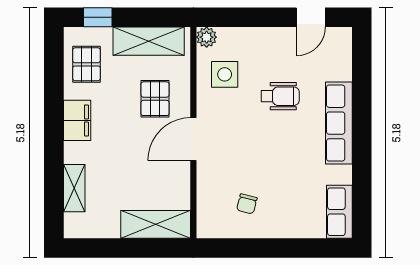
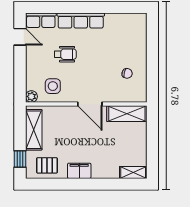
wheelchair: (280, 96) -> (65, 54), turned 90
pallet: (155, 99) -> (67, 126), removed
shelving: (74, 188) -> (133, 172), moved
row of seats: (339, 212) -> (41, 20), moved
shelving: (156, 224) -> (127, 114), moved, turned 90

